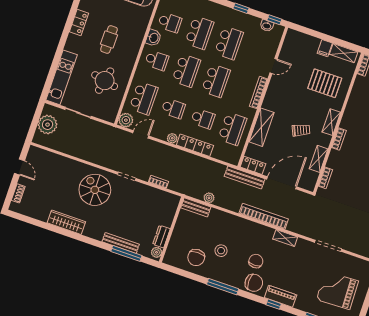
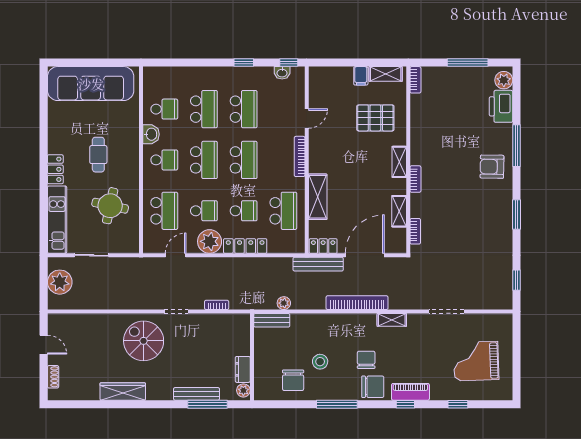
locker: (79, 22) -> (55, 169), moved
plant: (126, 120) -> (152, 244), removed
trolley: (301, 130) -> (366, 184), removed
plant: (172, 138) -> (210, 241), width x1.87, depth x1.87

